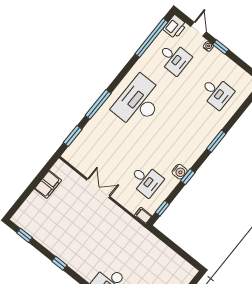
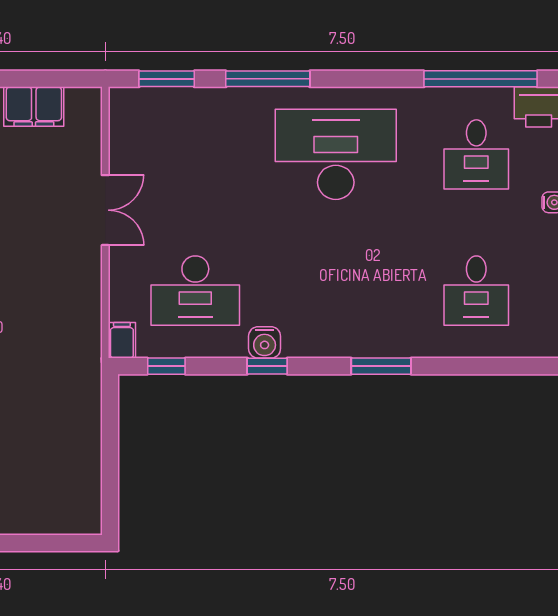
desk: (146, 180) -> (195, 291), width x1.37

